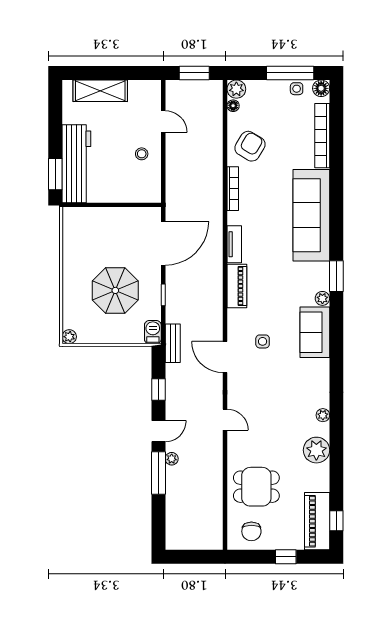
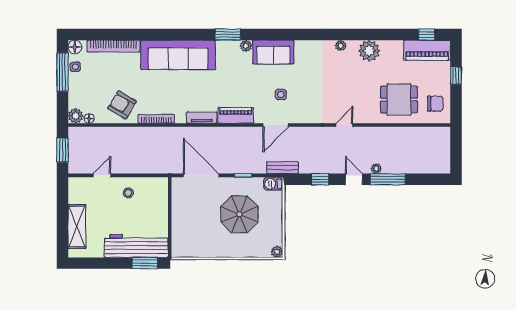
door: (225, 357) -> (276, 125), moved
dining table: (256, 487) -> (399, 100), turned 90

